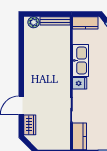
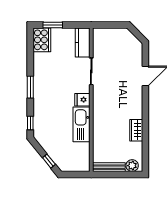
kitchen counter: (85, 23) -> (76, 165), removed
wardrobe: (30, 125) -> (136, 130), moved

